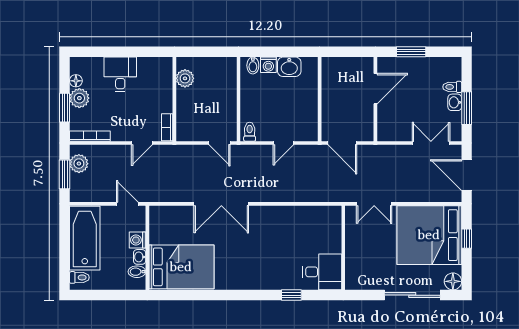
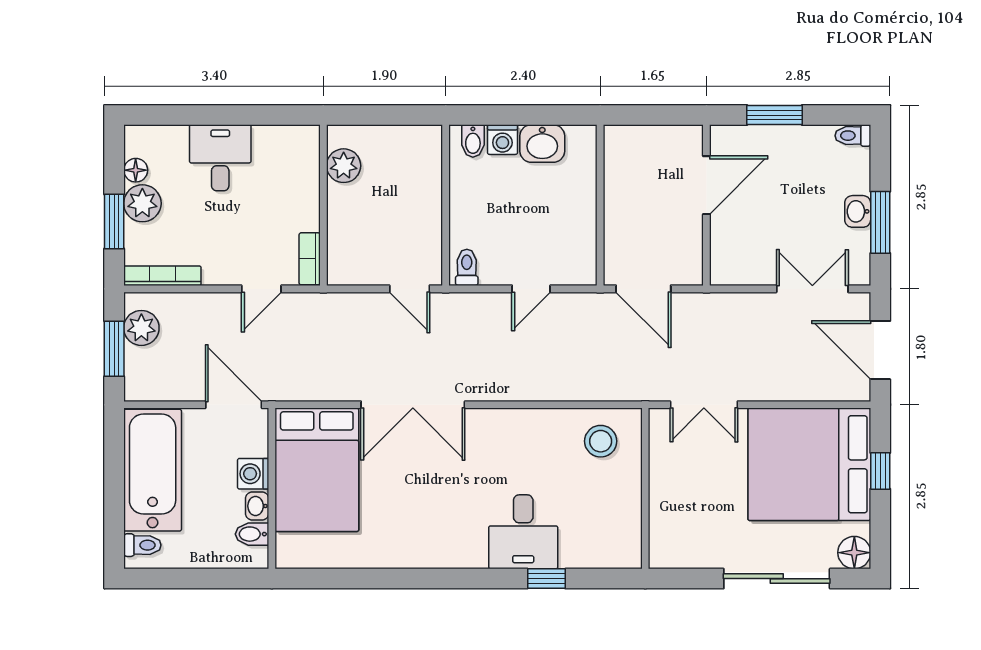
toilet: (452, 87) -> (853, 136), moved
door: (127, 204) -> (234, 405), width x1.38
stool: (320, 223) -> (601, 441), added
bed: (181, 267) -> (317, 470), moved, turned 90
desk: (322, 272) -> (523, 532), moved, turned 90

